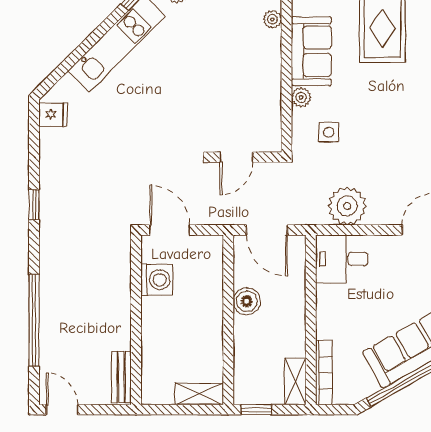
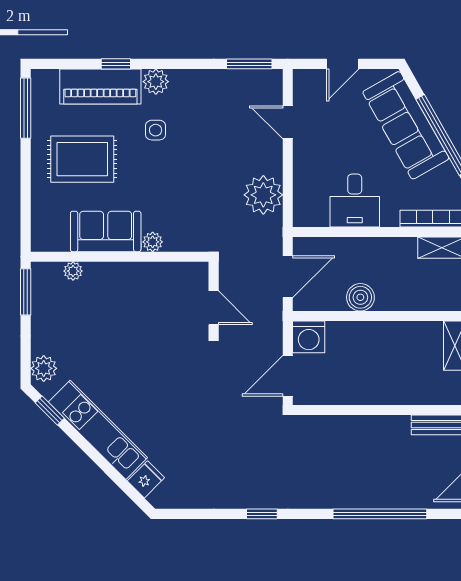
fridge: (53, 114) -> (146, 479), moved, turned 45
side table: (329, 132) -> (156, 130), moved
desk: (342, 259) -> (355, 201), moved
washing machine: (157, 280) -> (309, 337), moved, turned 180

